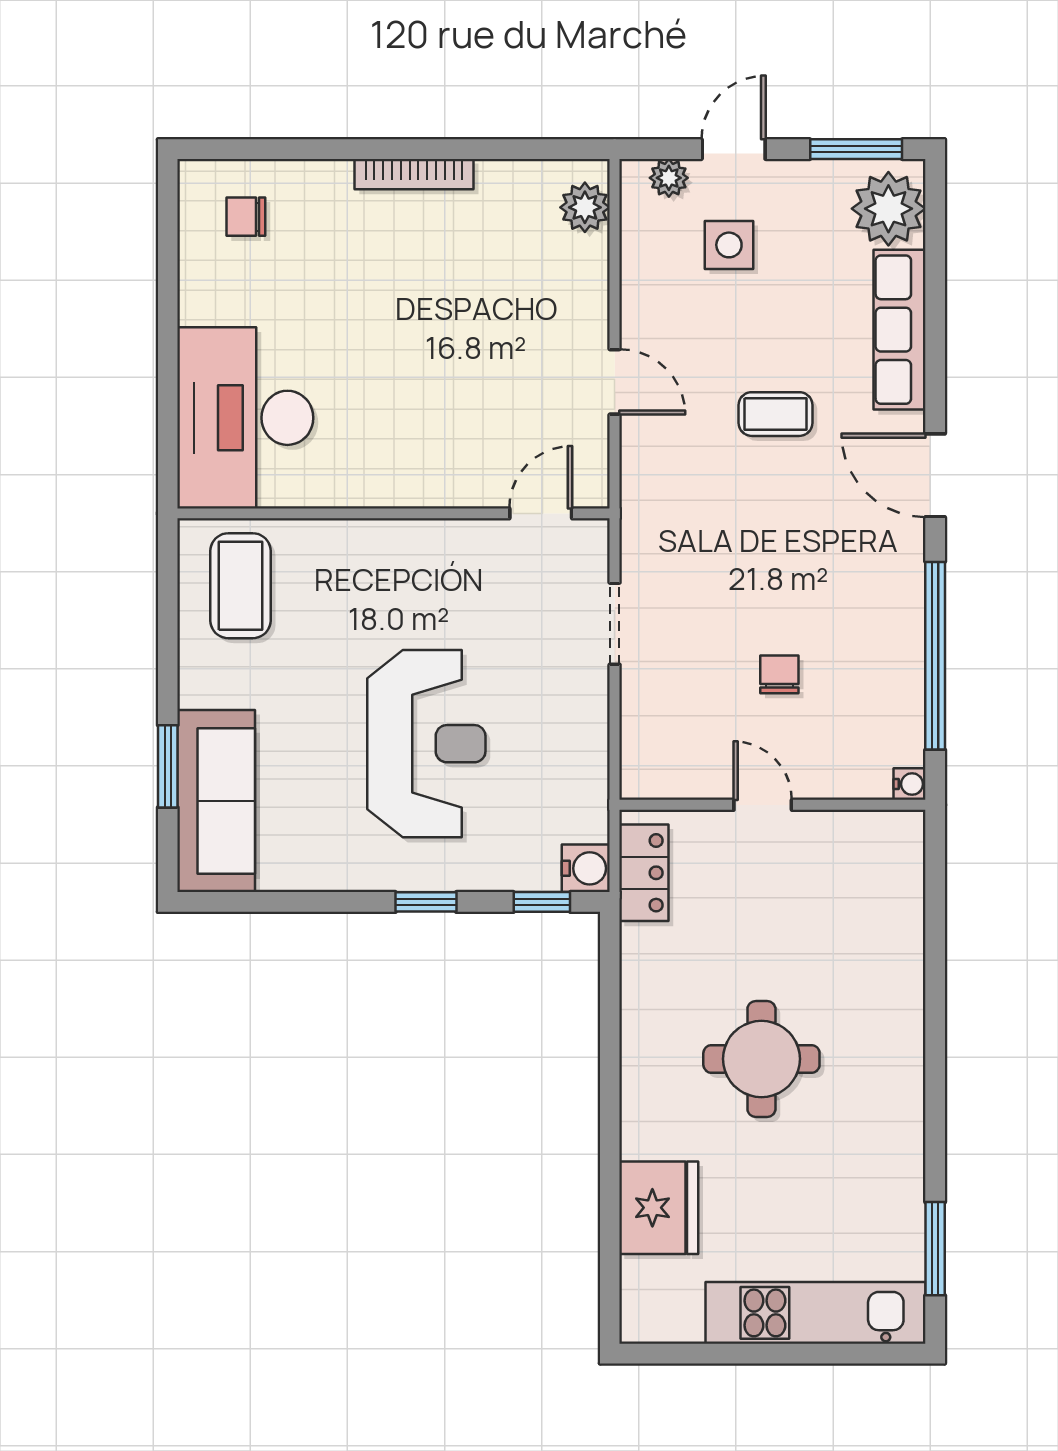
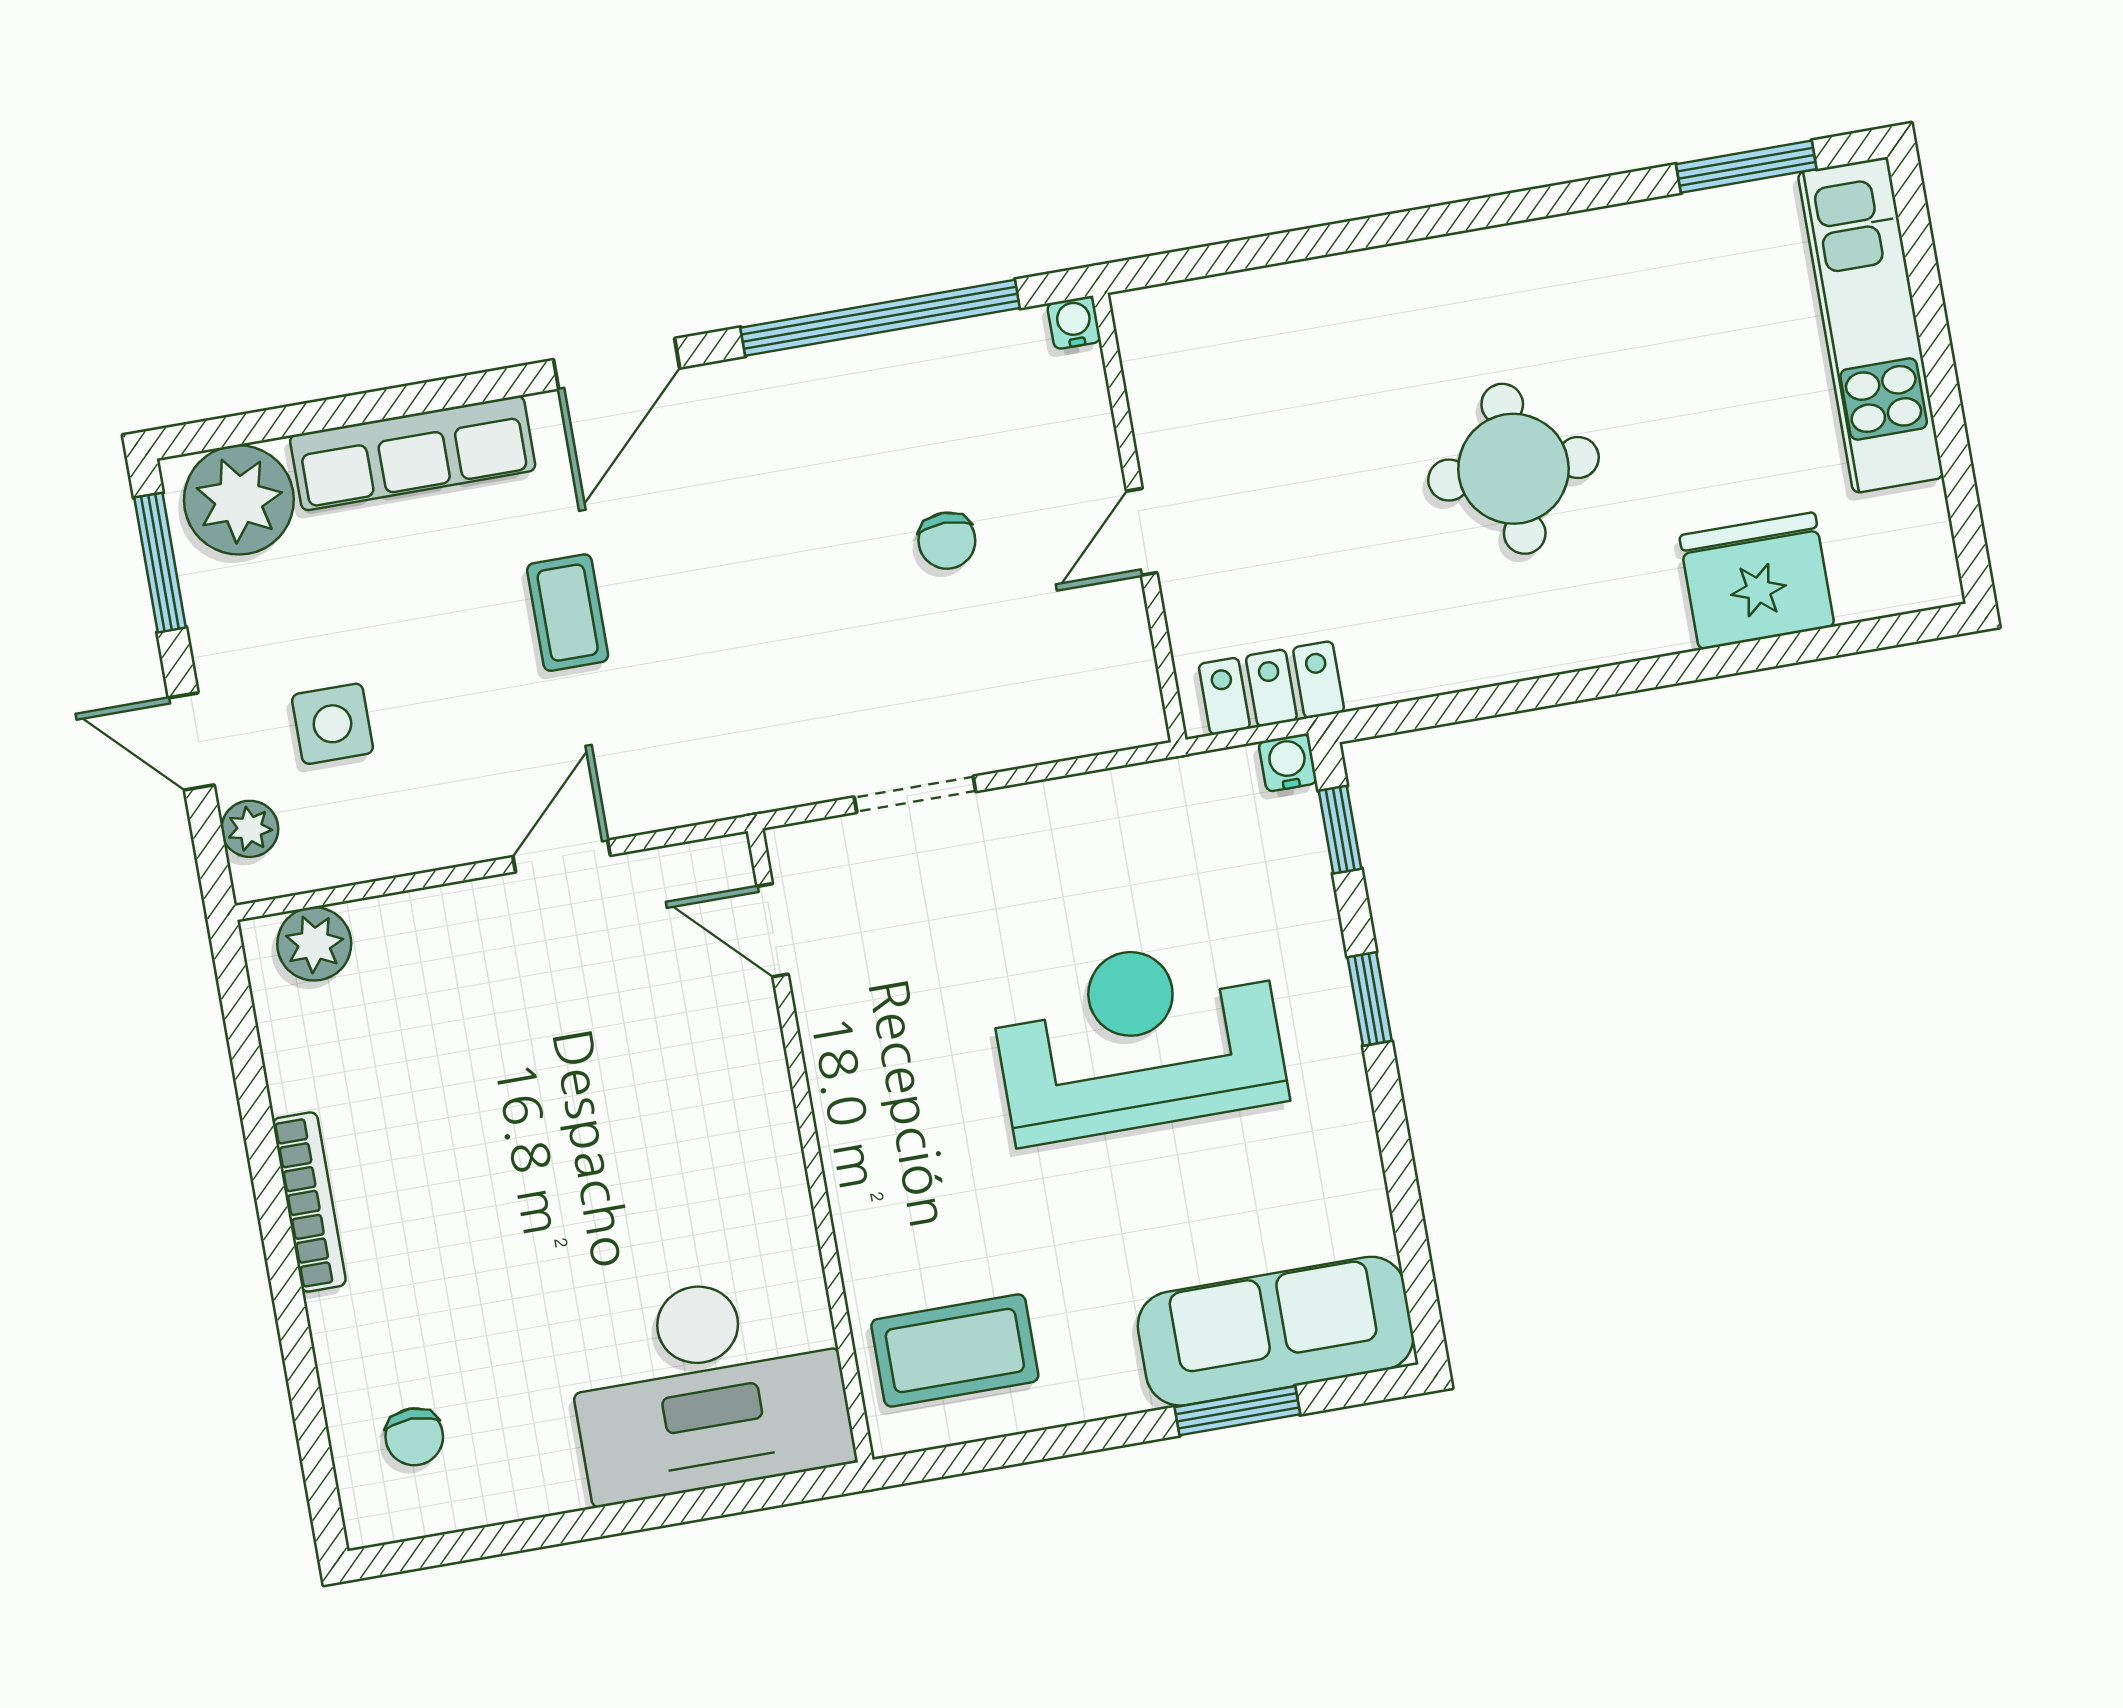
chair: (779, 674) -> (947, 541), turned -90
water cooler: (586, 868) -> (1288, 763), width x0.72, depth x0.72

